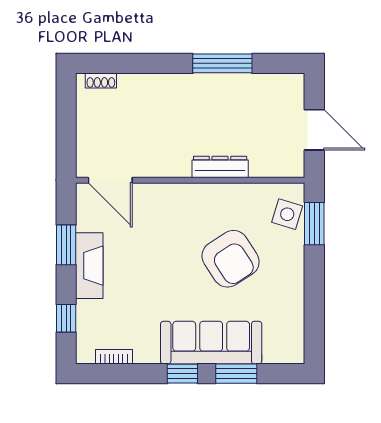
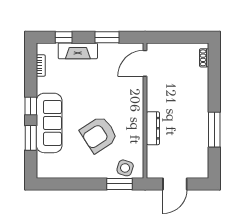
fireplace: (89, 266) -> (78, 51), moved

